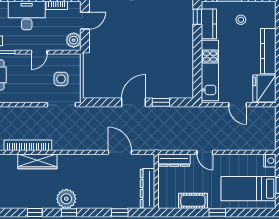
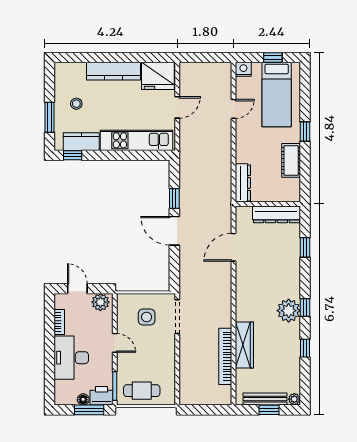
door: (205, 152) -> (233, 109), moved

